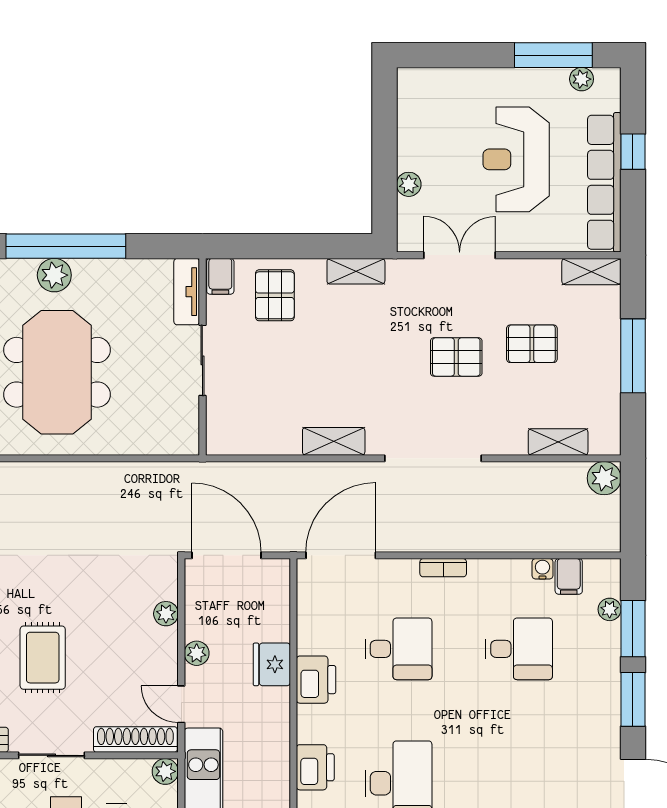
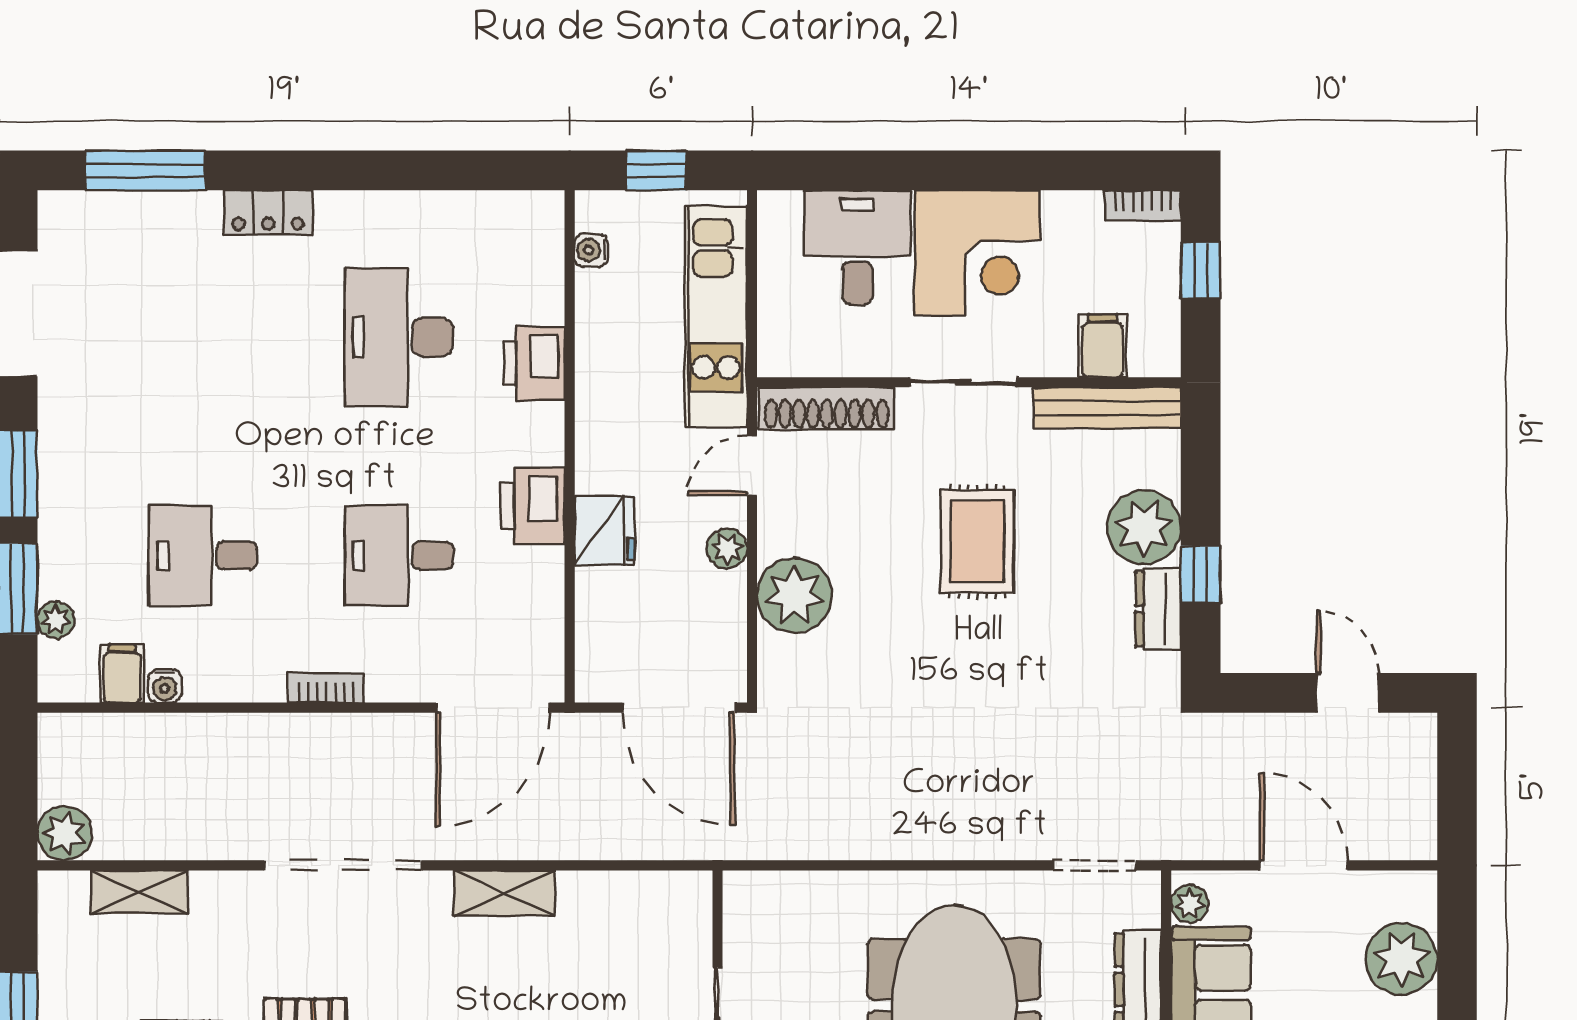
plant: (166, 614) -> (794, 595), width x1.88, depth x1.88
door: (181, 704) -> (752, 466), swing flipped
plant: (165, 771) -> (778, 356), removed

